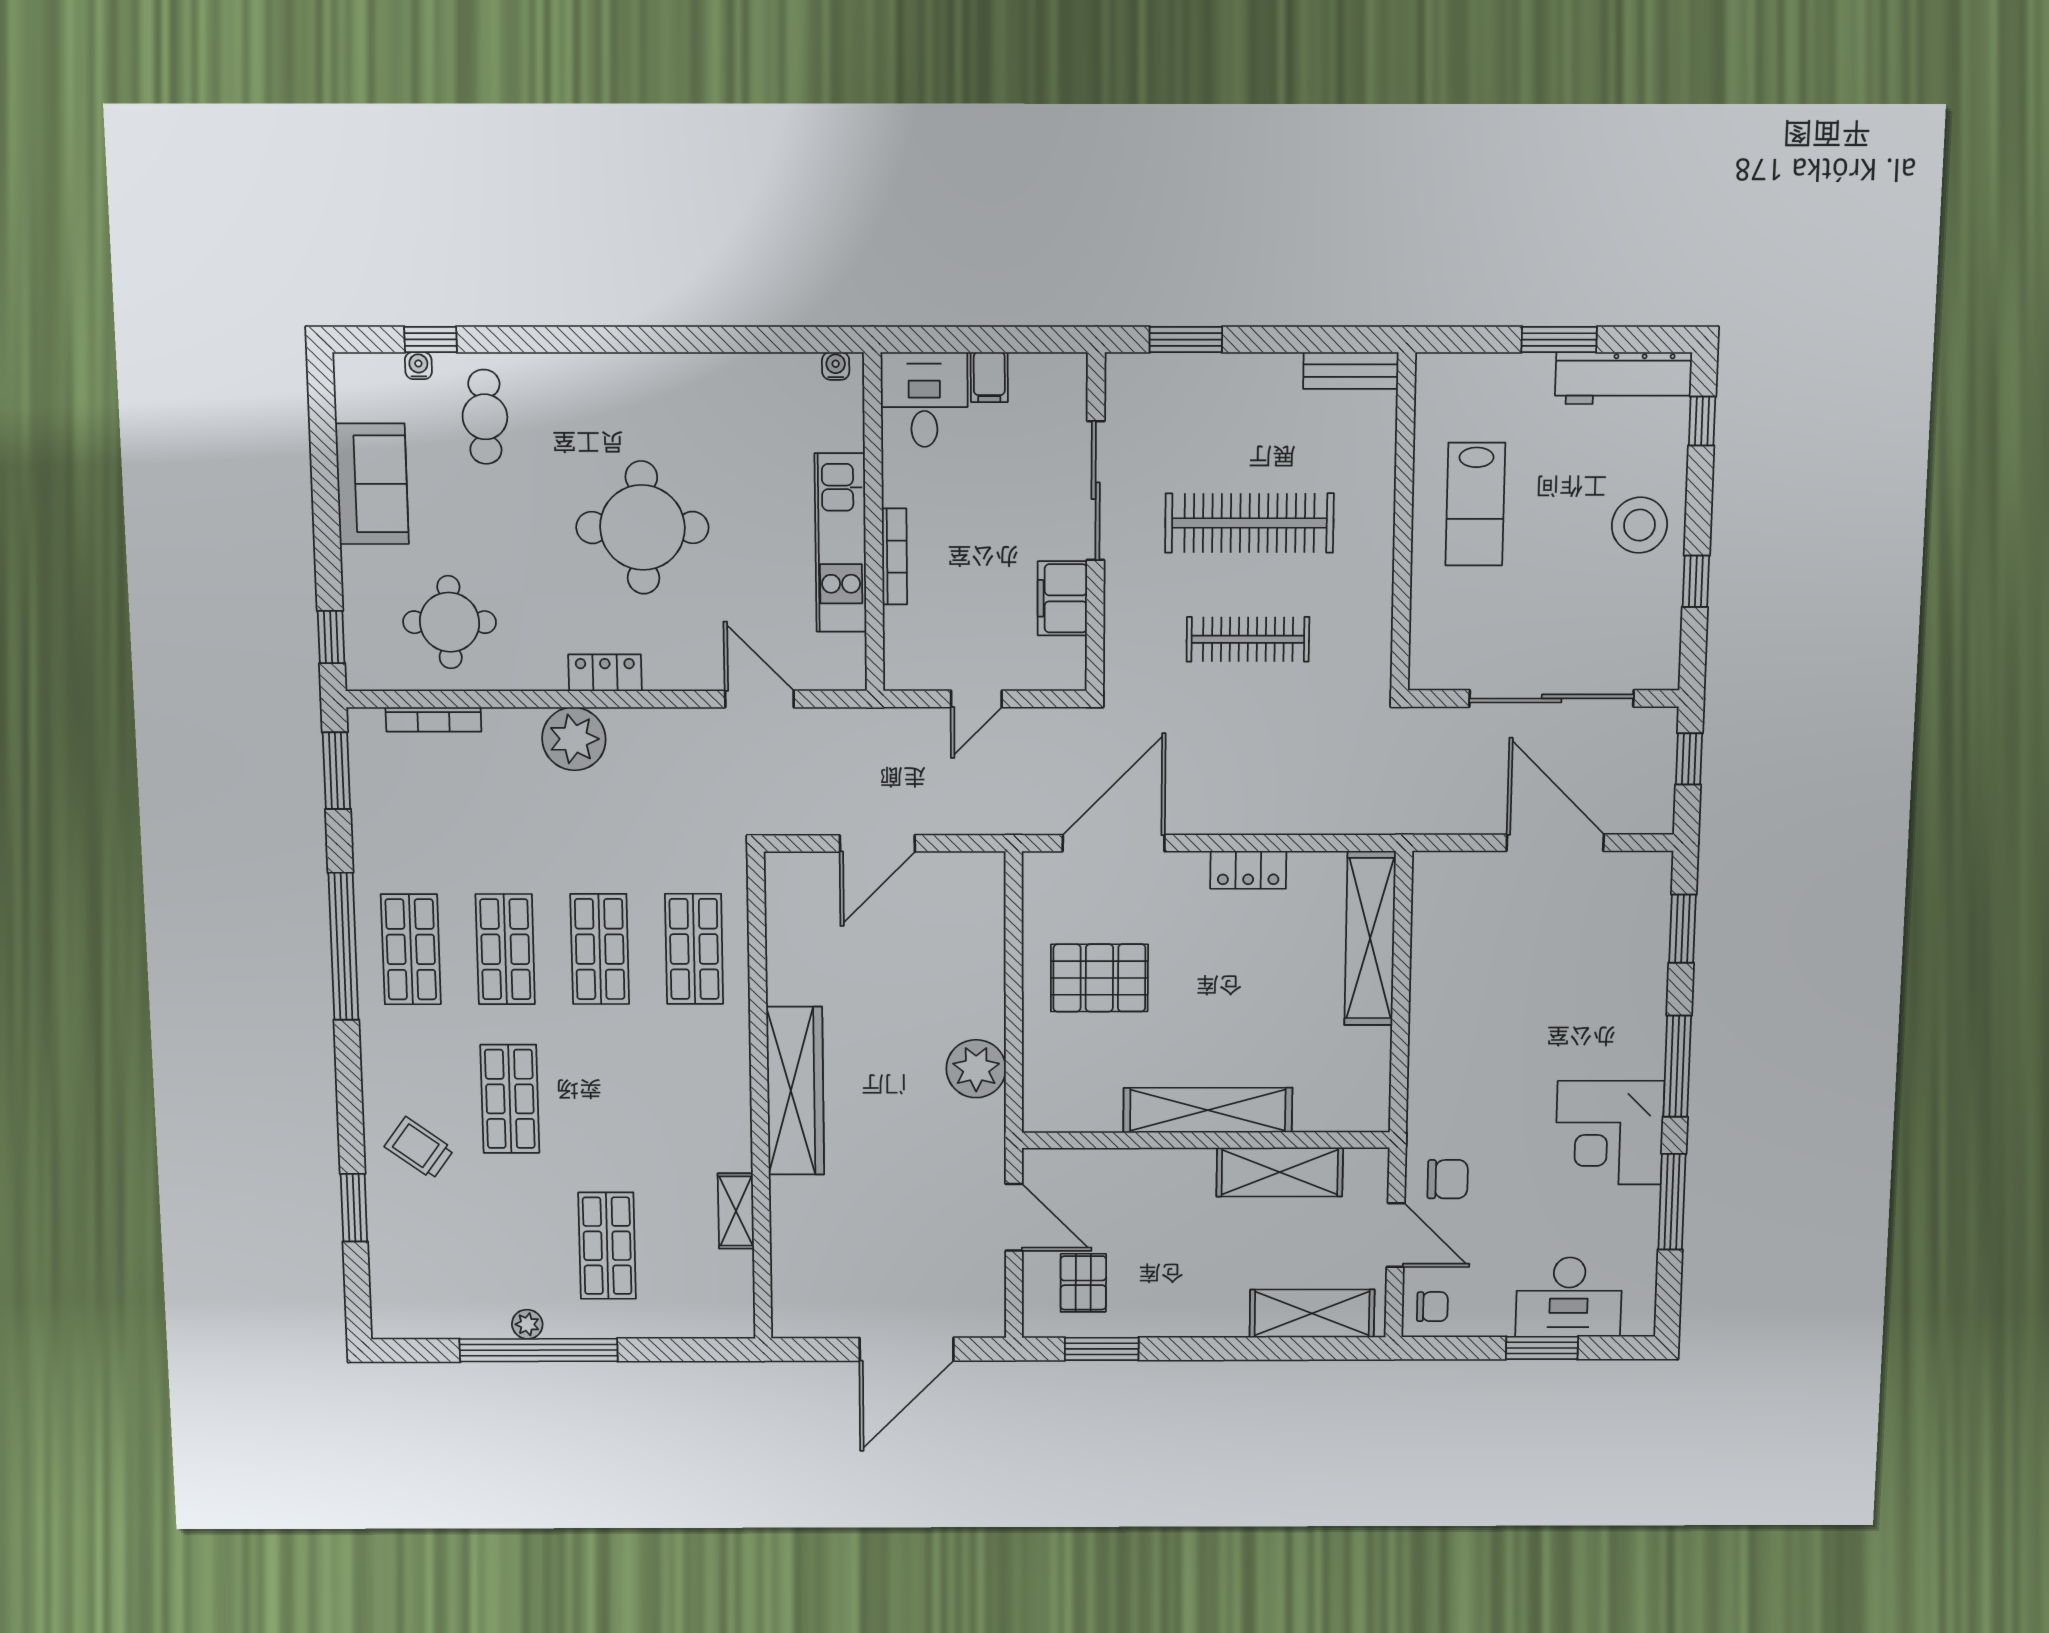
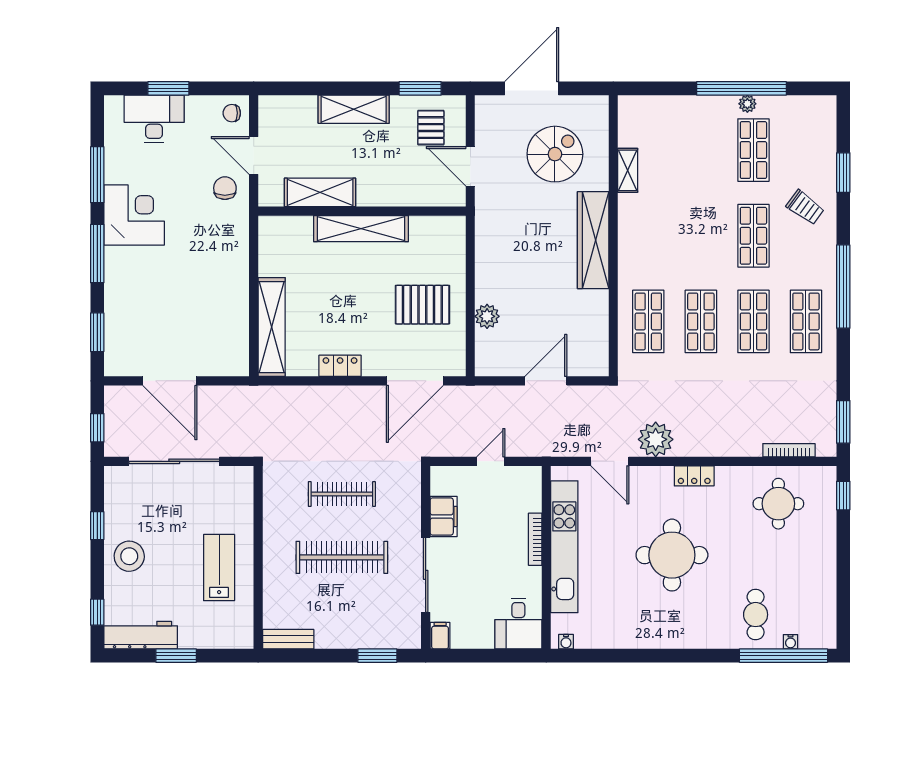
window: (431, 339) -> (783, 656), width x3.17
filing cabinet: (989, 377) -> (440, 636), moved
sofa: (372, 484) -> (818, 579), removed
kitchen unit: (841, 543) -> (564, 547), width x1.36
plant: (574, 739) -> (656, 439), moved
window: (343, 947) -> (843, 287), moved
plant: (976, 1069) -> (487, 316), moved, width x0.73, depth x0.73
chair: (1448, 1179) -> (225, 188), turned 90
spiral stairs: (865, 1238) -> (555, 154), added
shop shelf: (607, 1246) -> (753, 150), moved
shelving: (1312, 1313) -> (354, 109), moved

